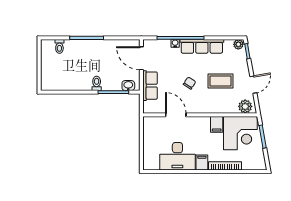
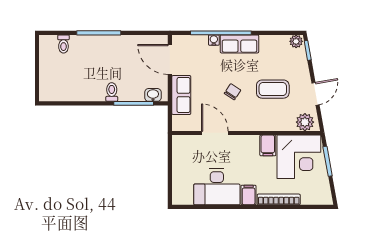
row of seats: (202, 46) -> (239, 44), width x0.68

